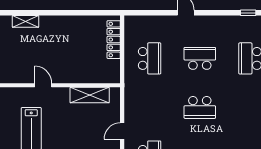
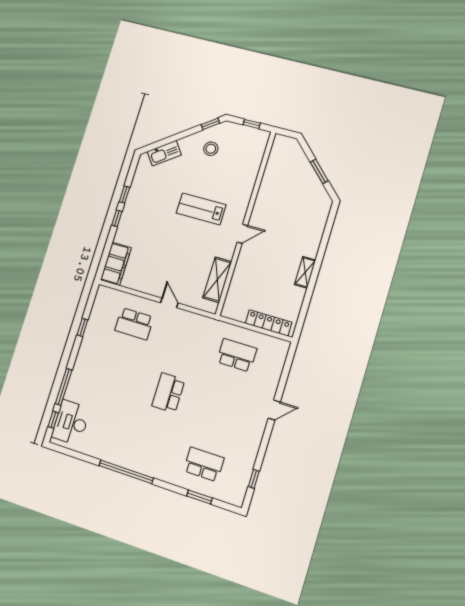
shelving: (25, 21) -> (305, 272), moved
school desk: (150, 58) -> (237, 355), turned 180
school desk: (200, 58) -> (220, 410), removed

